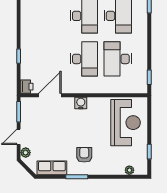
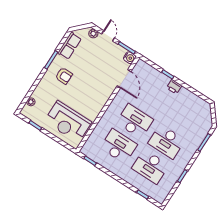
desk: (84, 59) -> (135, 121), turned 180
printer: (27, 87) -> (174, 87), moved
water cooler: (81, 103) -> (130, 58), moved

